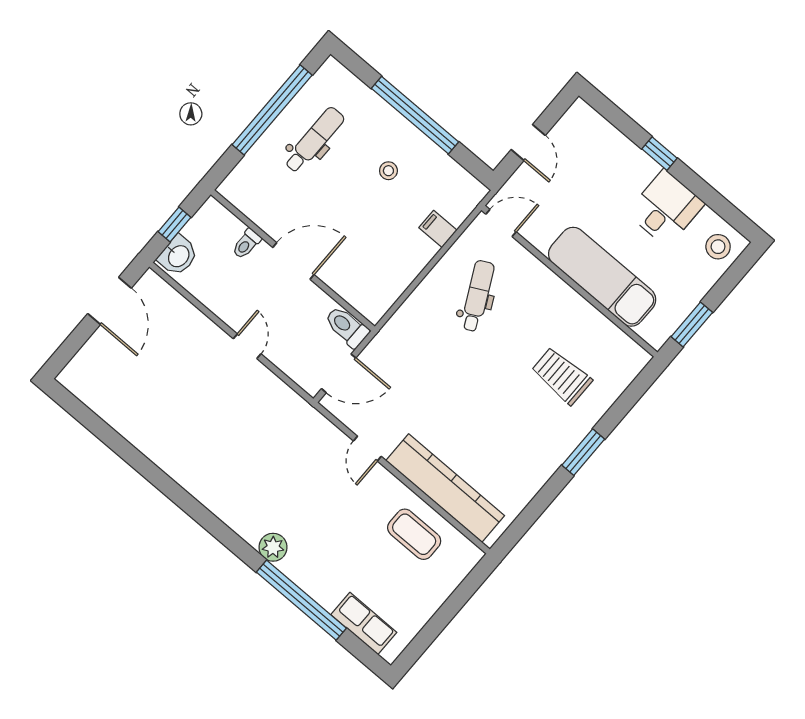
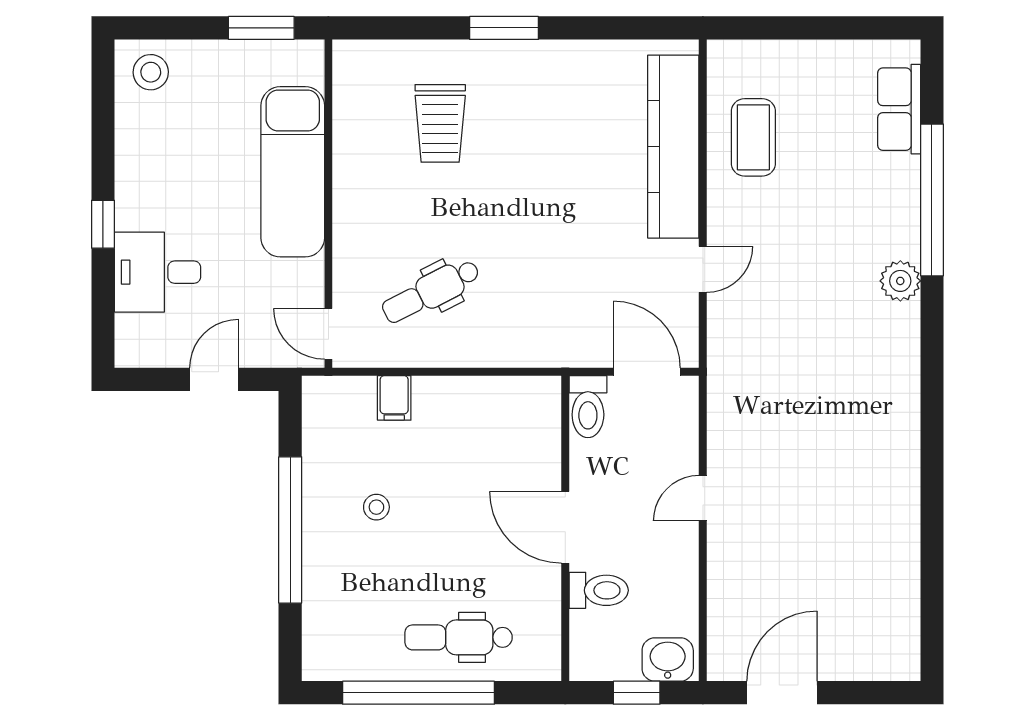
dental chair: (314, 140) -> (459, 637), moved
desk: (666, 208) -> (158, 272), moved
toilet: (246, 244) -> (599, 590), width x1.37, depth x1.39

